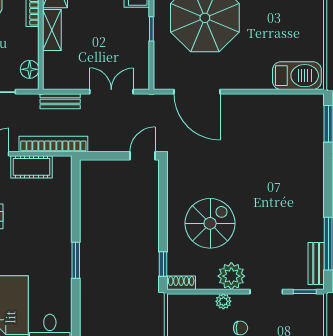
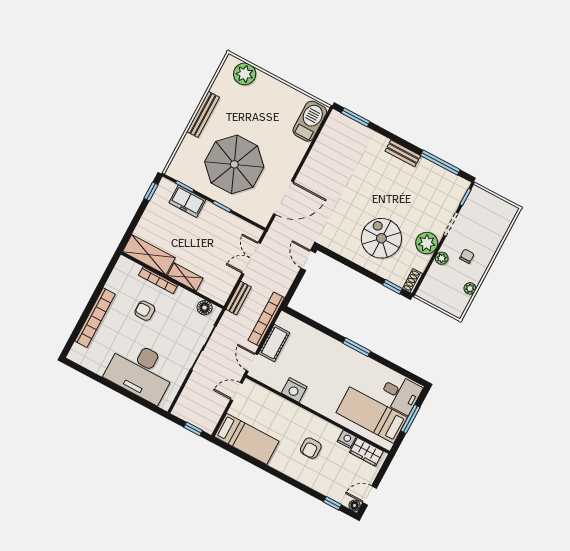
bench: (316, 264) -> (403, 153), moved

